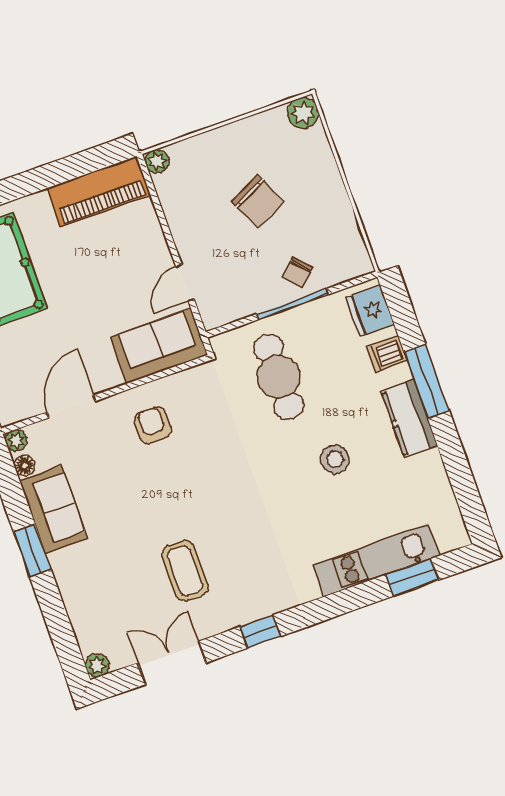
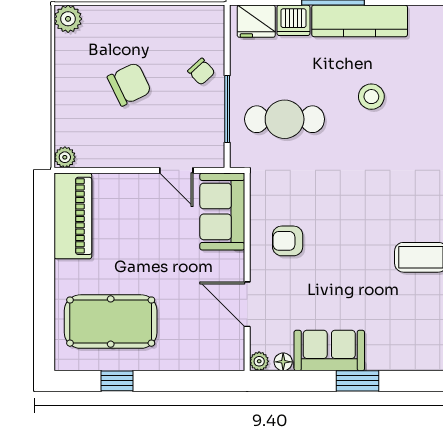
window: (292, 304) -> (227, 109), moved
dishwasher: (387, 354) -> (293, 20), width x1.38
kitchen counter: (409, 419) -> (360, 21), width x1.50

